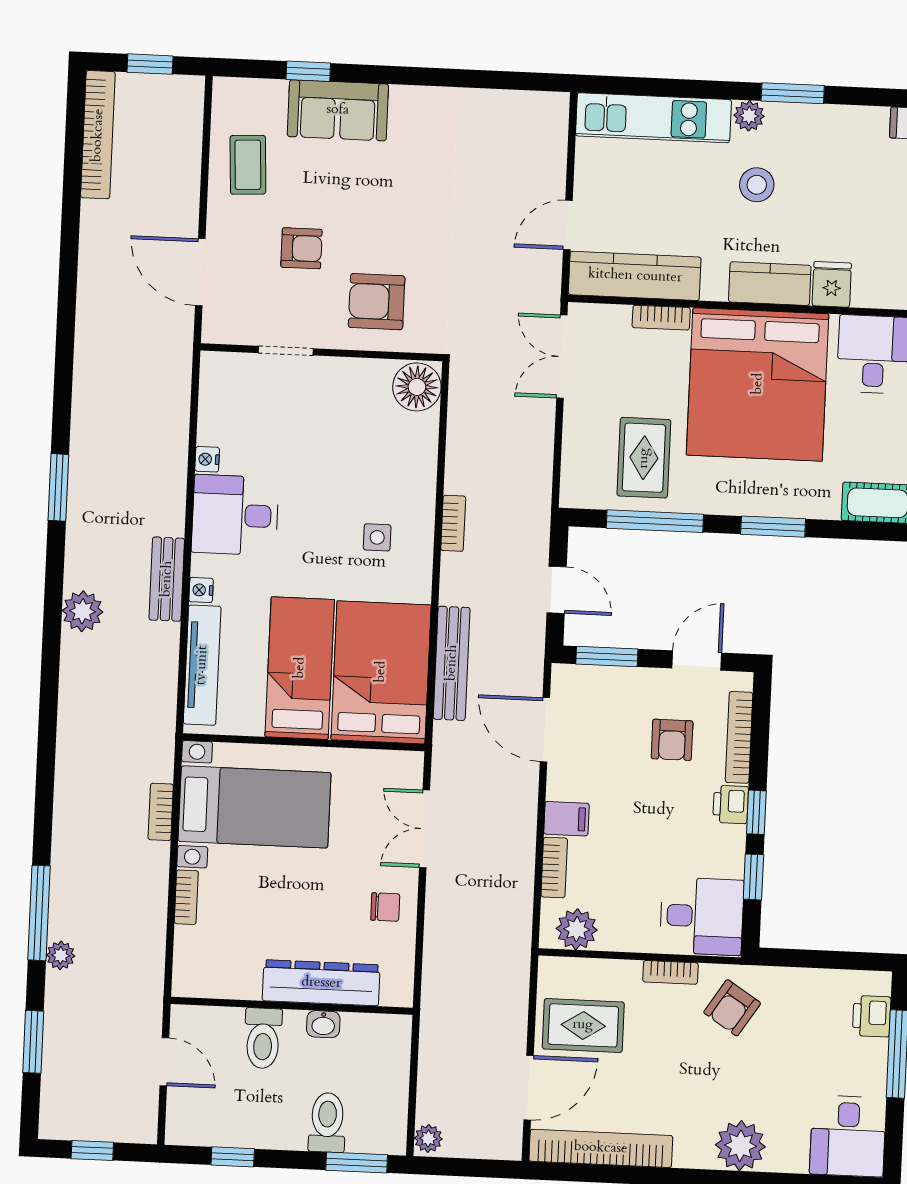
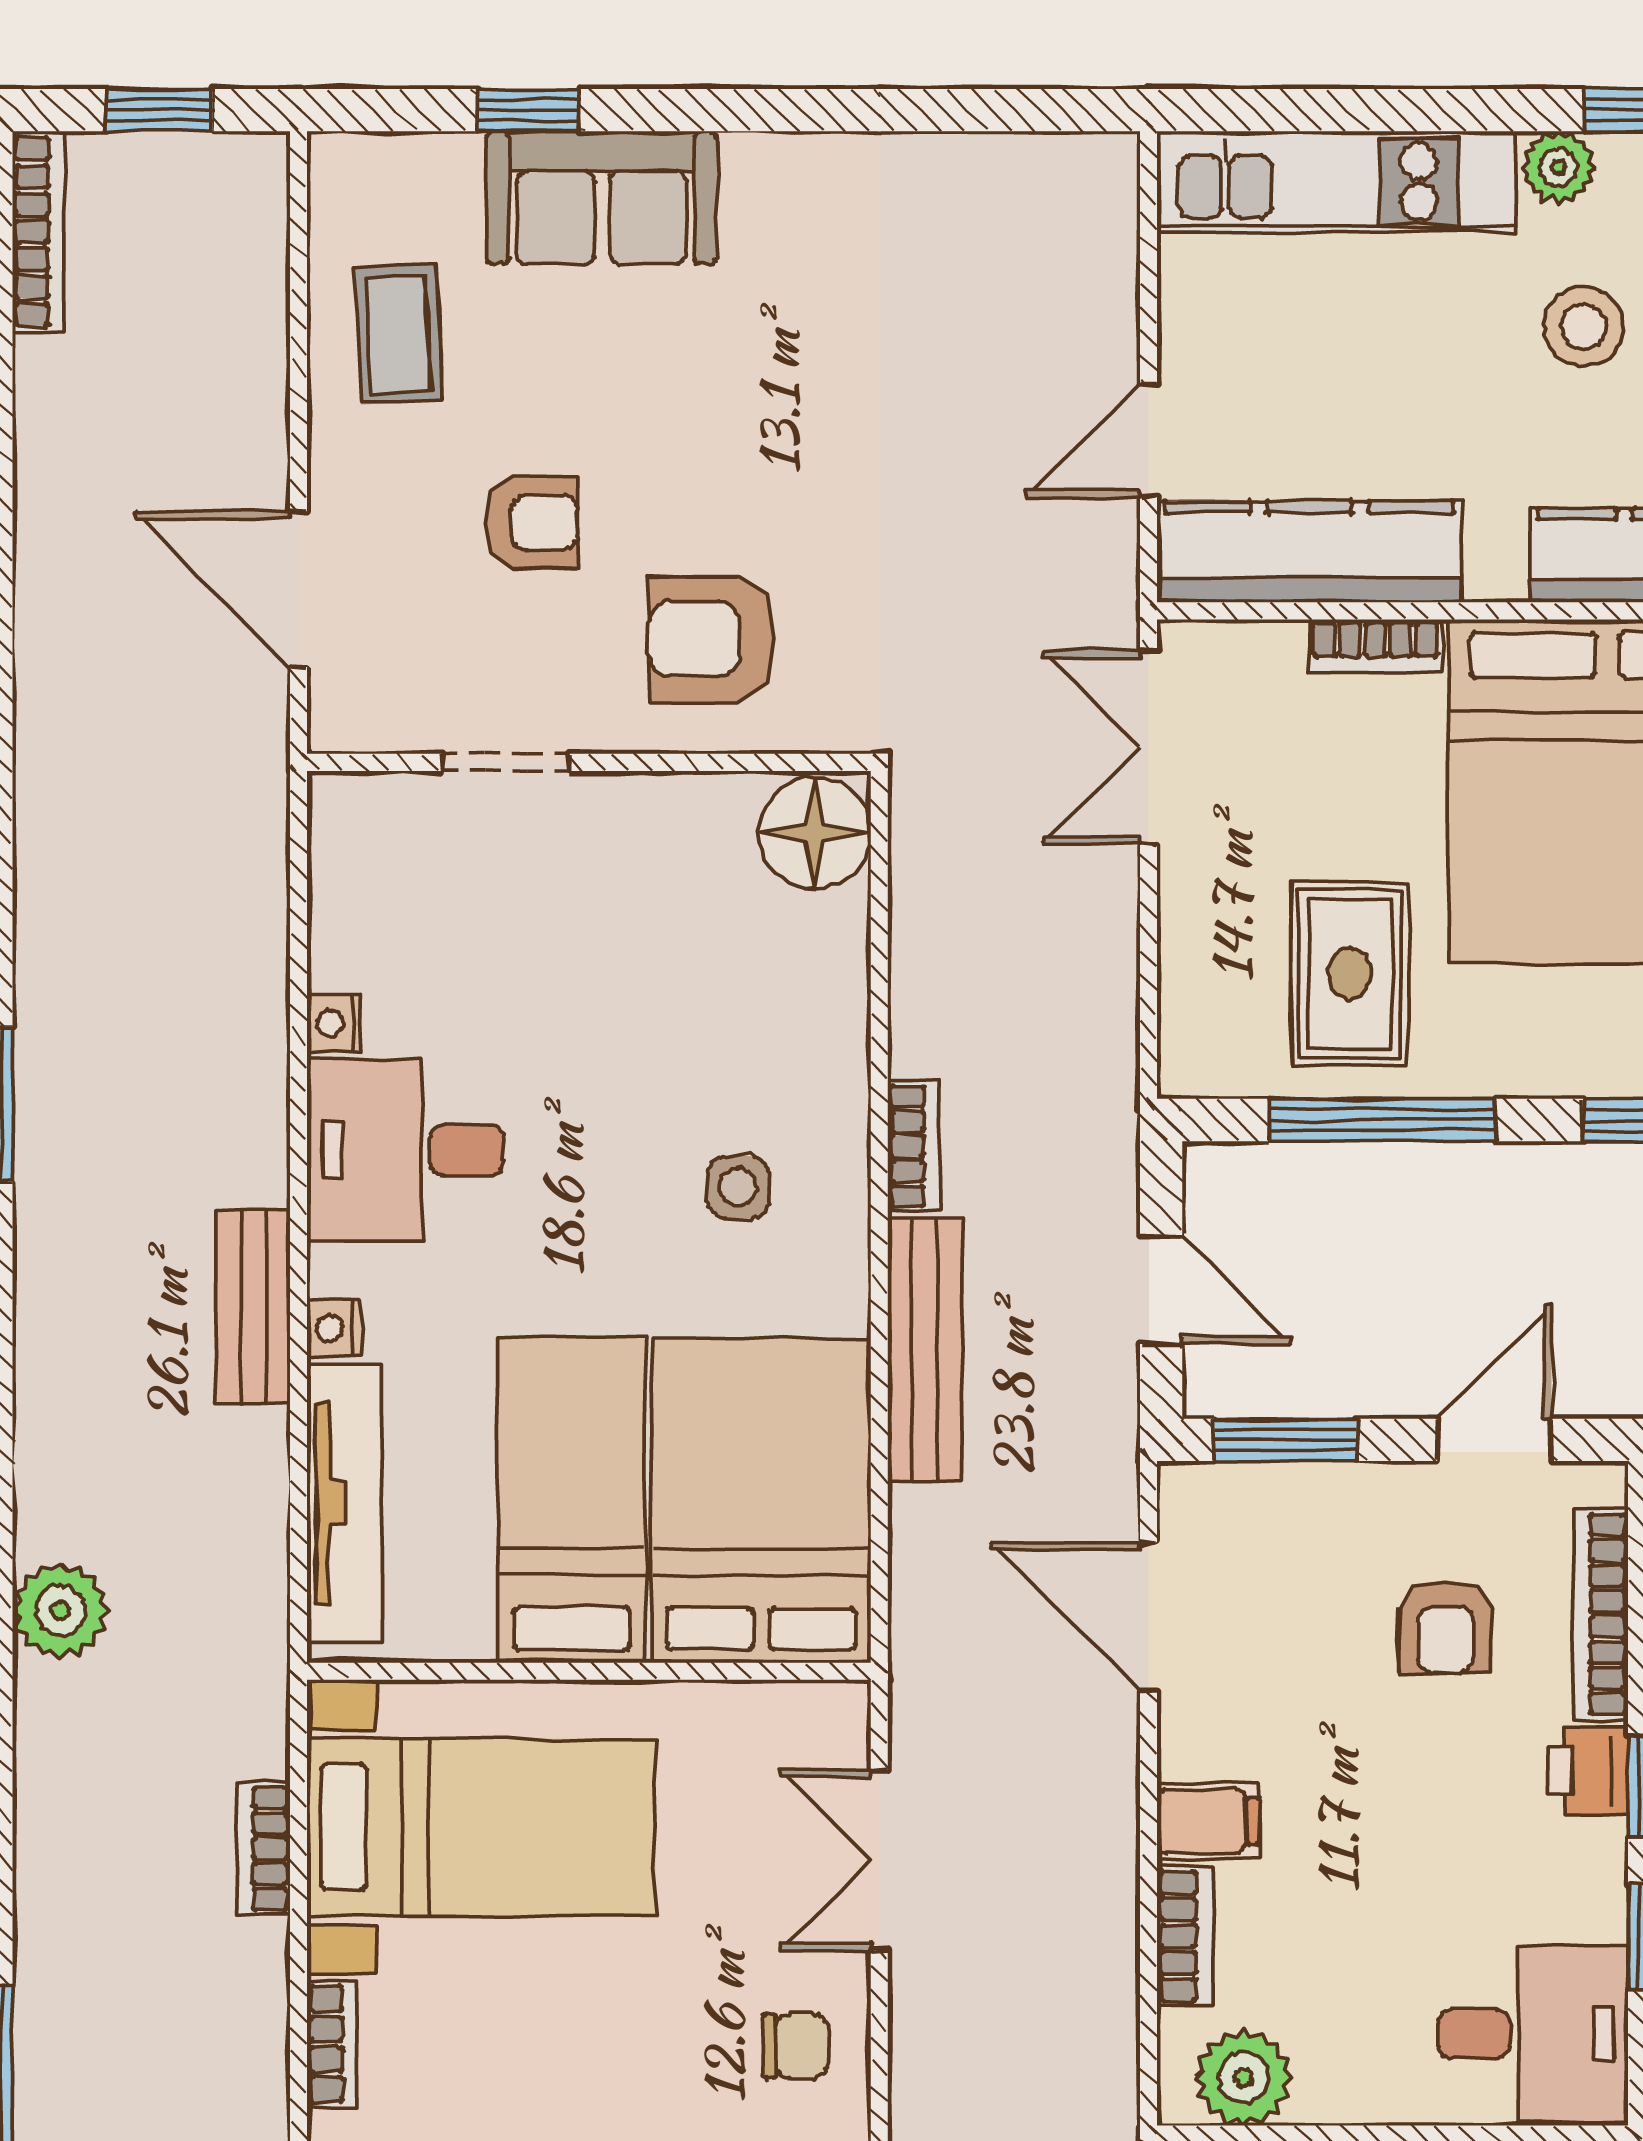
bookcase: (98, 135) -> (38, 232), width x0.68, depth x0.76
plant: (82, 611) -> (61, 1610), moved
bench: (452, 663) -> (925, 1350), moved

